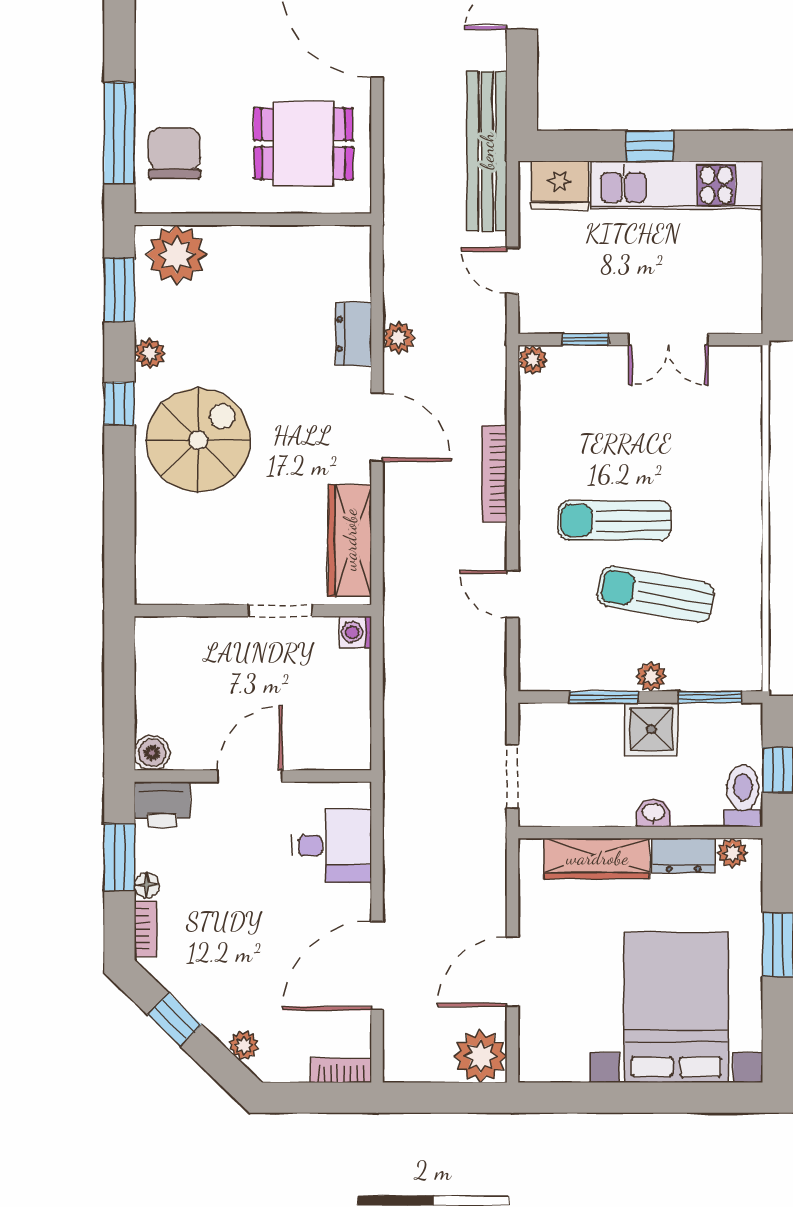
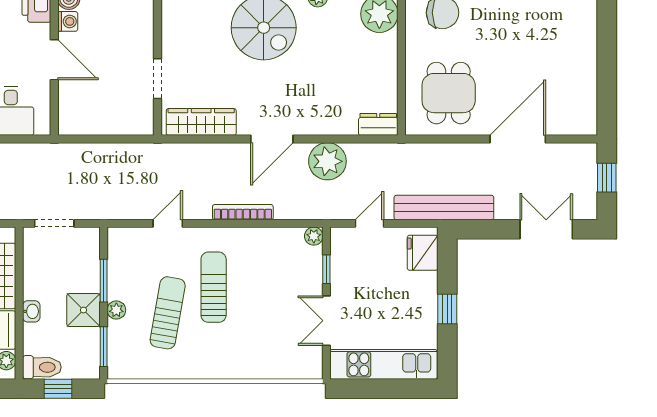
kitchen unit: (677, 185) -> (383, 364), moved, turned 90
dresser: (354, 334) -> (378, 124), moved
plant: (399, 338) -> (327, 161), width x1.88, depth x1.88
washing machine: (355, 632) -> (68, 21), moved, turned 90

